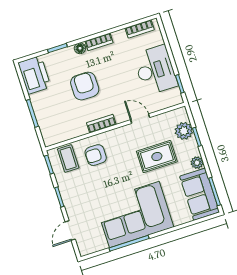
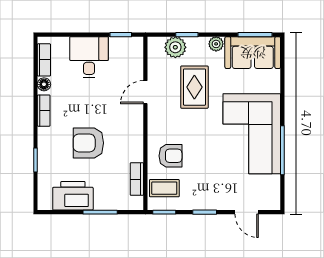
floor lamp: (80, 48) -> (44, 84), moved
desk: (155, 70) -> (89, 57), width x0.73
printer: (34, 75) -> (73, 196), moved
bookcase: (101, 124) -> (137, 179), moved
armchair: (96, 155) -> (170, 156), turned -90

